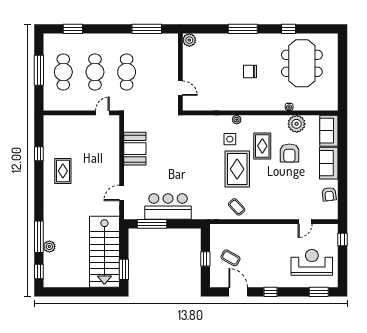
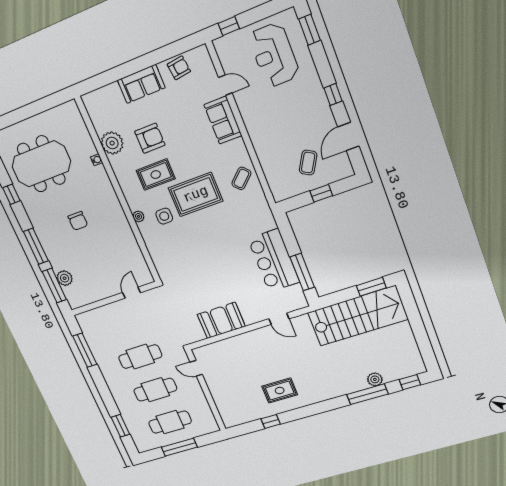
window: (207, 29) -> (54, 286), added
plant: (189, 40) -> (65, 278), moved
sofa: (329, 131) -> (223, 120), moved, turned 90

